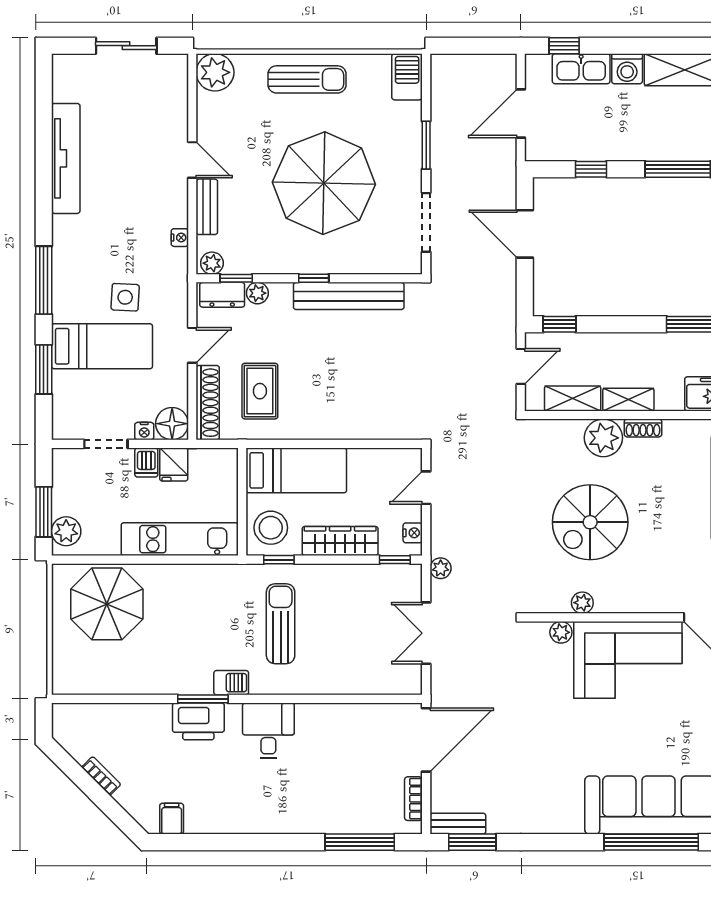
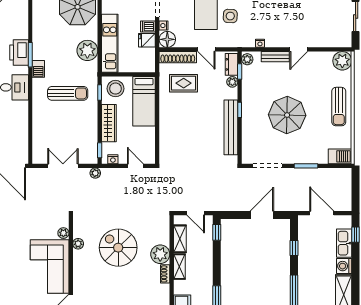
parasol: (324, 183) -> (287, 115), width x0.73, depth x0.73
plant: (194, 584) -> (87, 50), added

